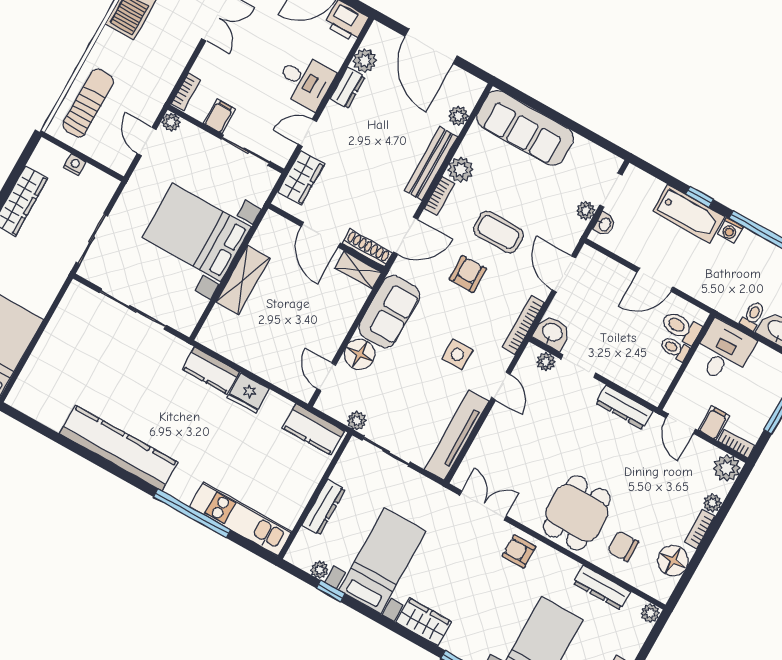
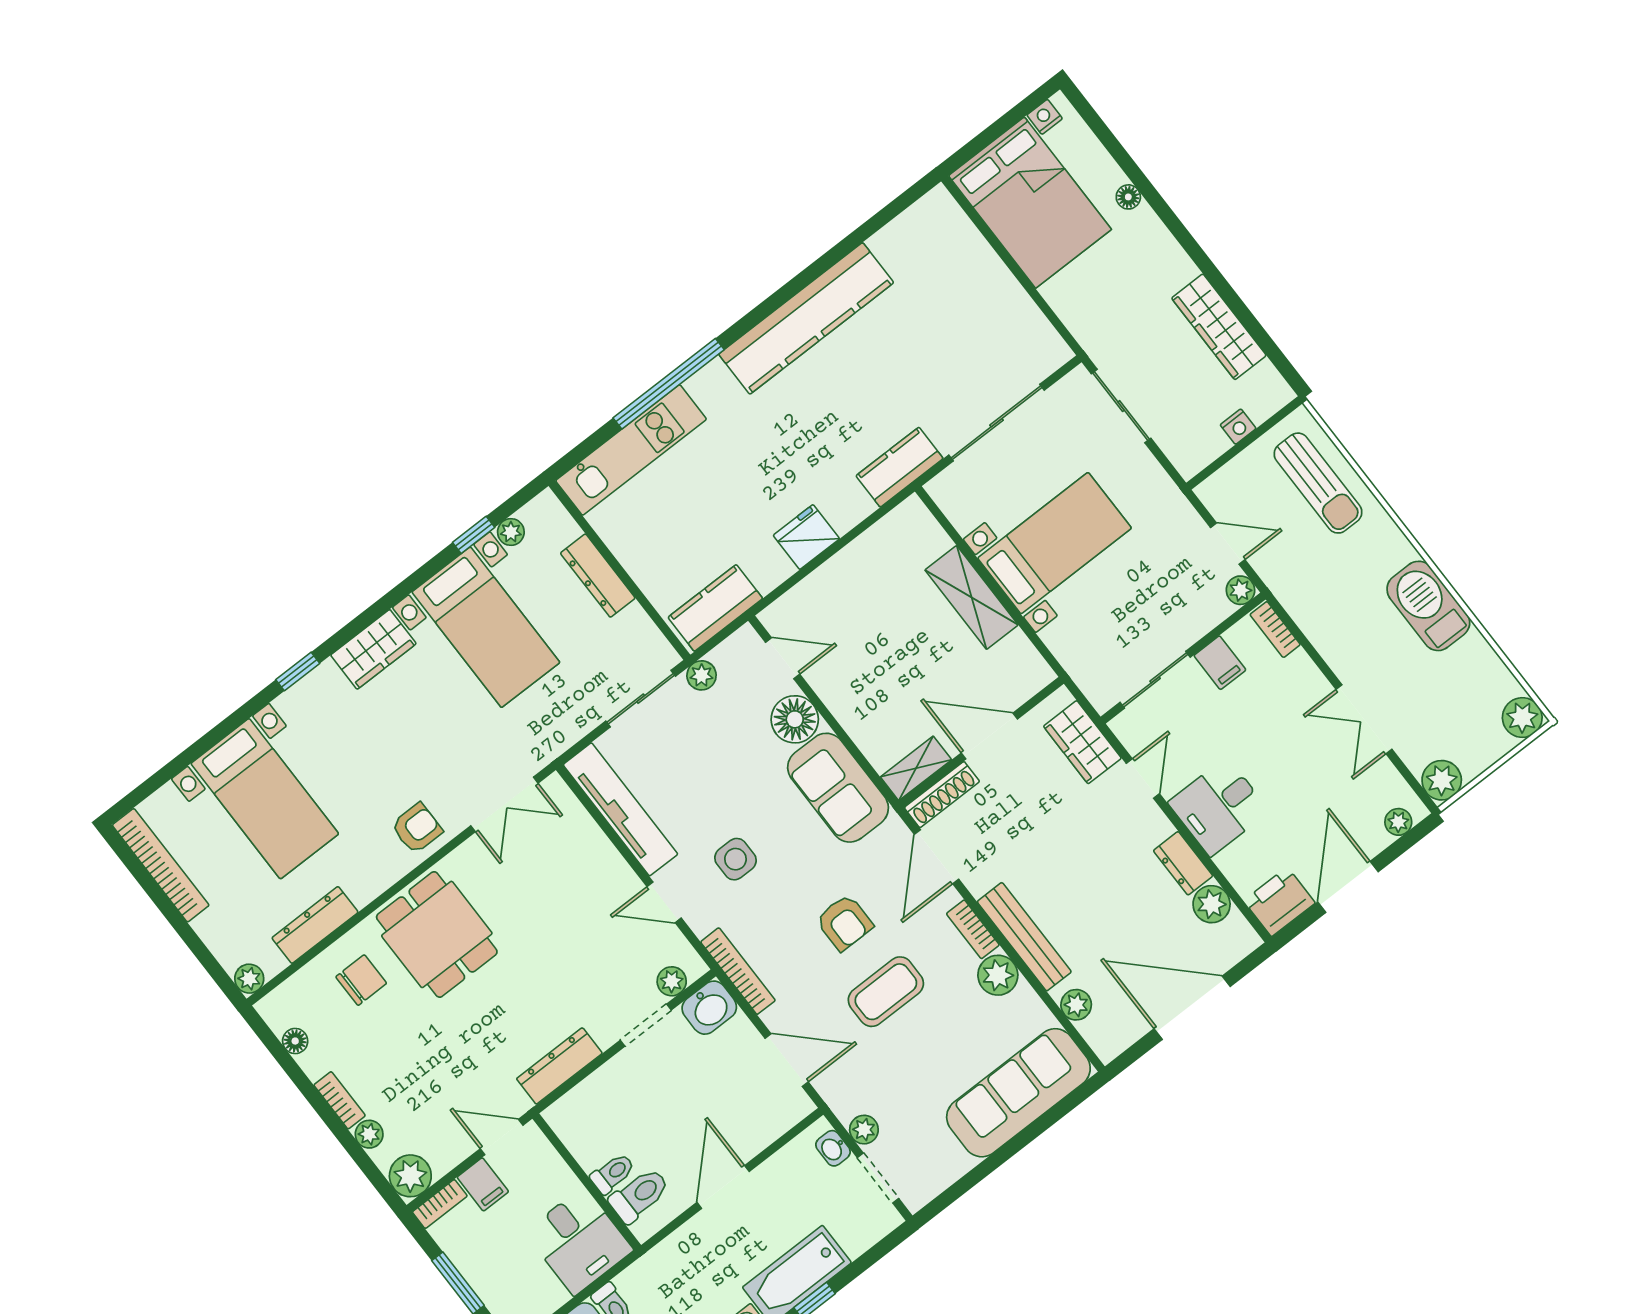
bed with nightstands: (197, 232) -> (1055, 543), width x0.73
kitchen counter: (211, 371) -> (900, 467), moved
floor lamp: (673, 560) -> (295, 1041), width x0.53, depth x0.53

